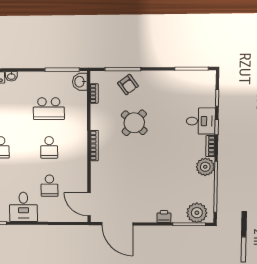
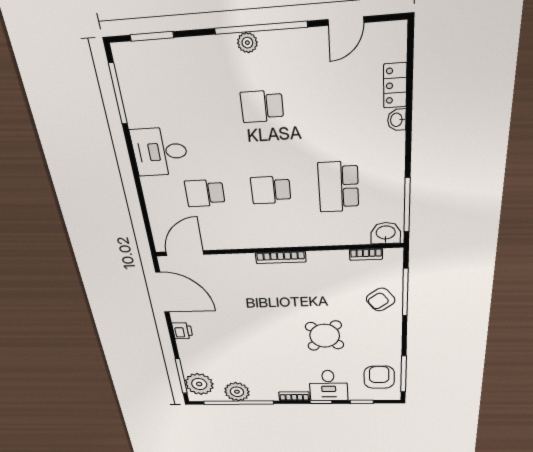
armchair: (194, 85) -> (379, 377), added
round table: (134, 123) -> (325, 336), moved
plant: (205, 167) -> (237, 392), moved
printer: (164, 217) -> (182, 331), moved
door: (117, 224) -> (162, 292), swing flipped

